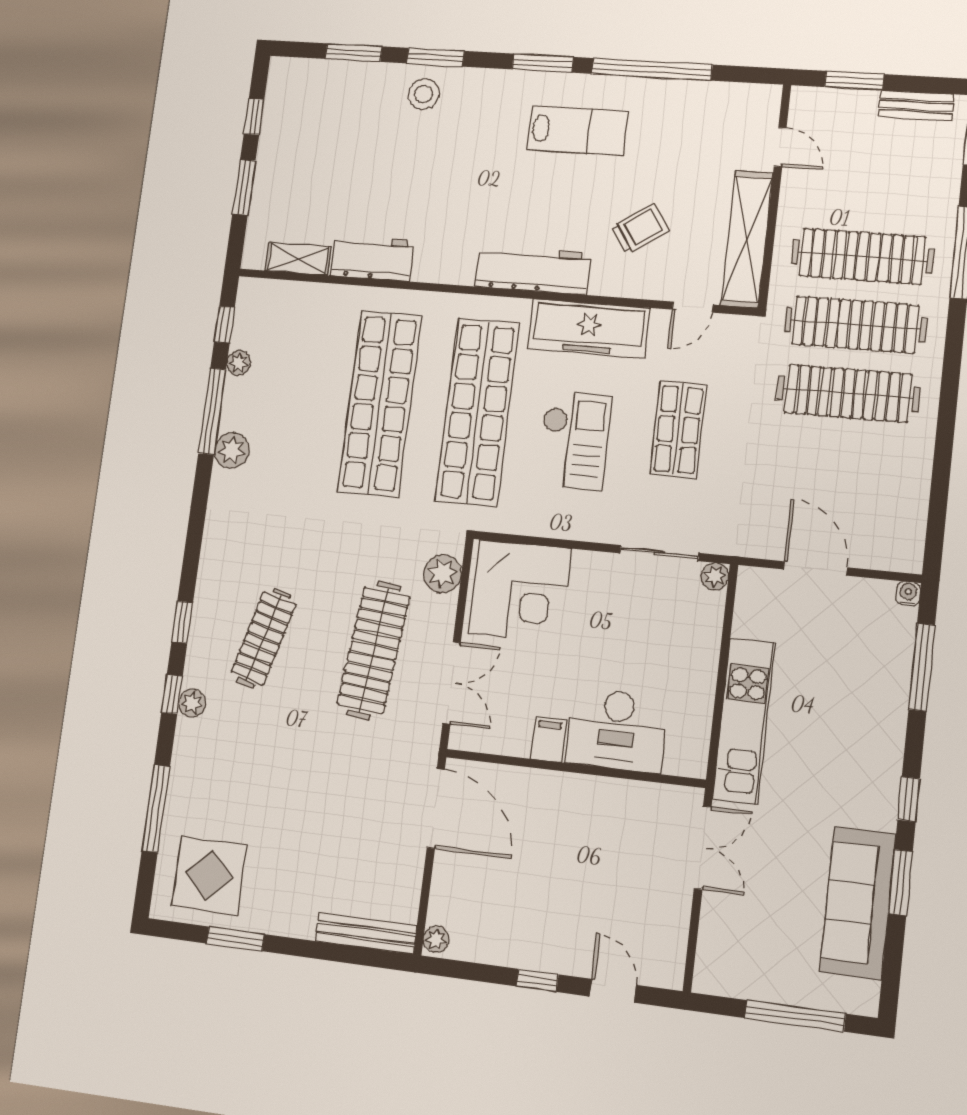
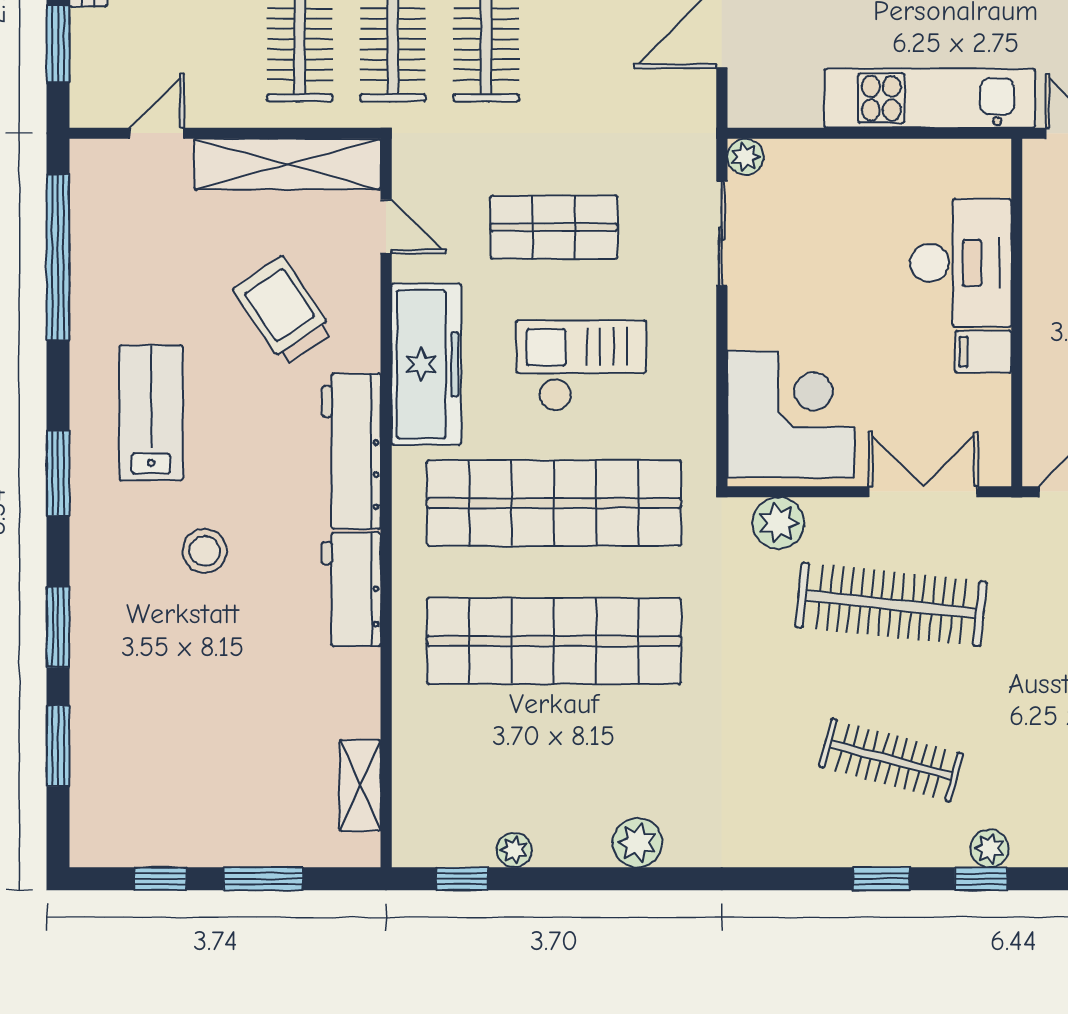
window: (652, 69) -> (58, 257), moved
stool: (424, 94) -> (205, 551), moved
trolley: (640, 229) -> (283, 310), width x1.36, depth x1.39
workbench: (372, 258) -> (351, 589), moved
window: (212, 411) -> (586, 879), removed

